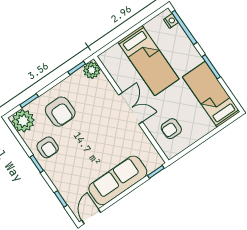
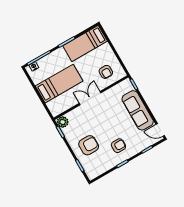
plant: (23, 121) -> (93, 170), removed
armchair: (48, 147) -> (118, 146), moved

